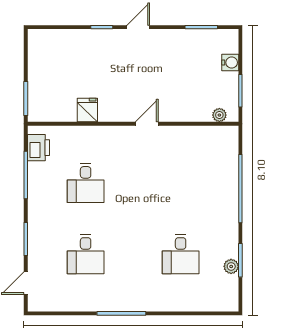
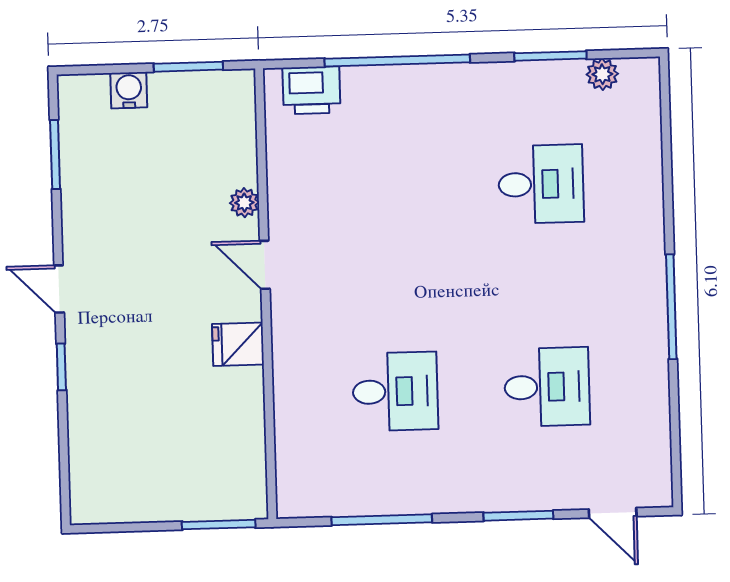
fridge: (87, 110) -> (238, 344), moved
plant: (219, 115) -> (244, 203), moved
printer: (39, 148) -> (311, 90), moved, turned 180
plant: (231, 266) -> (602, 74), moved

